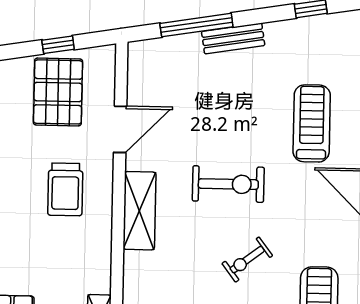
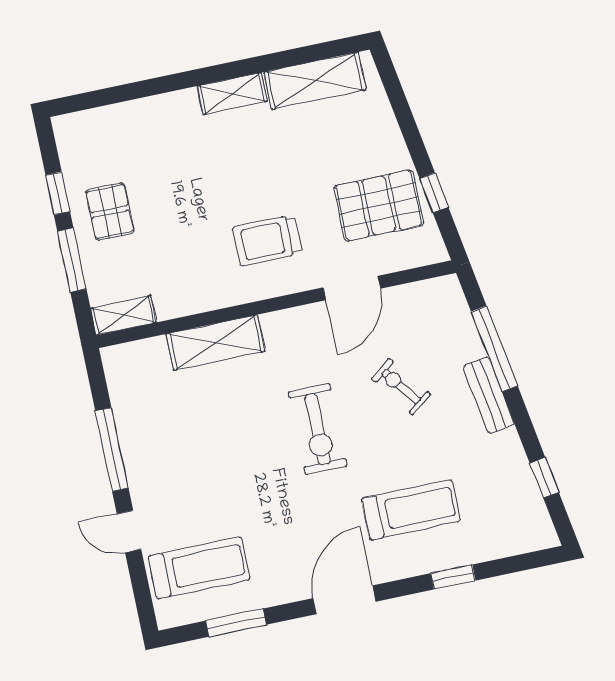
door: (120, 129) -> (352, 288), hinge flipped
shelving: (139, 211) -> (216, 343), moved
exercise bike: (247, 260) -> (401, 387), moved

